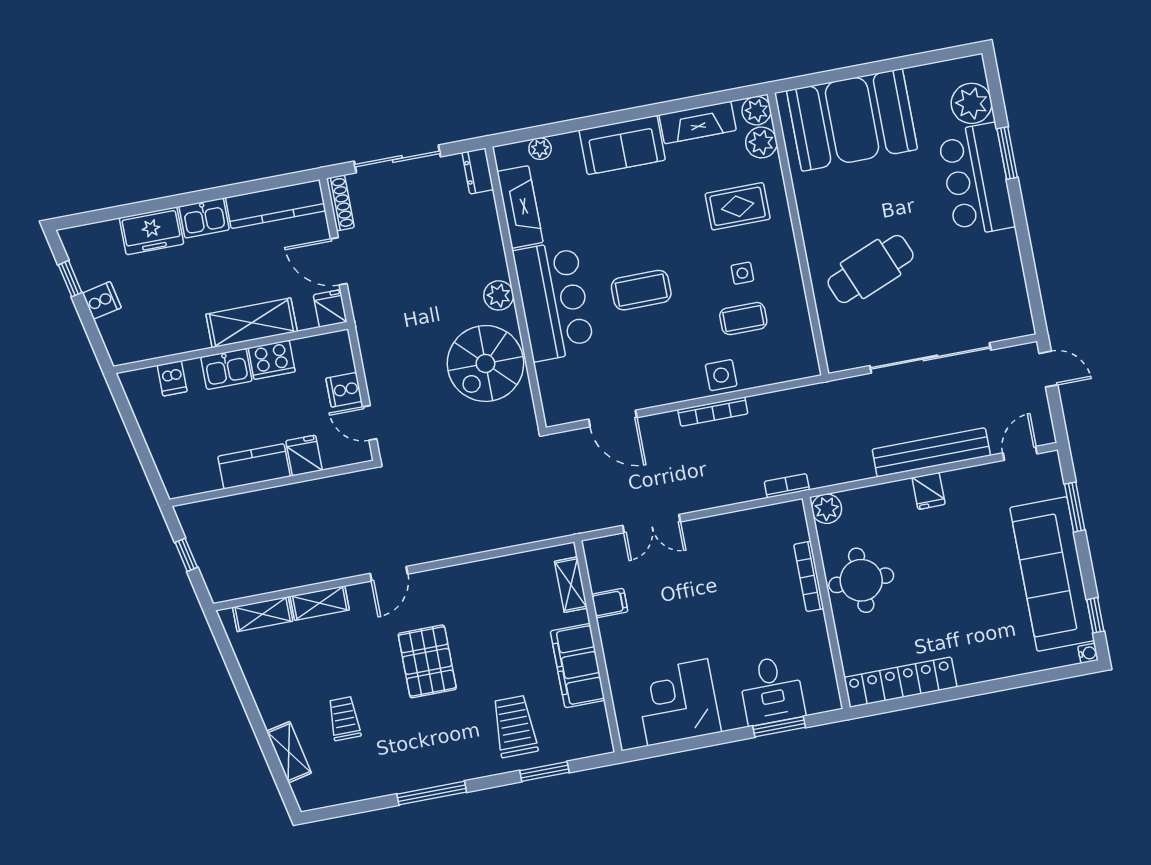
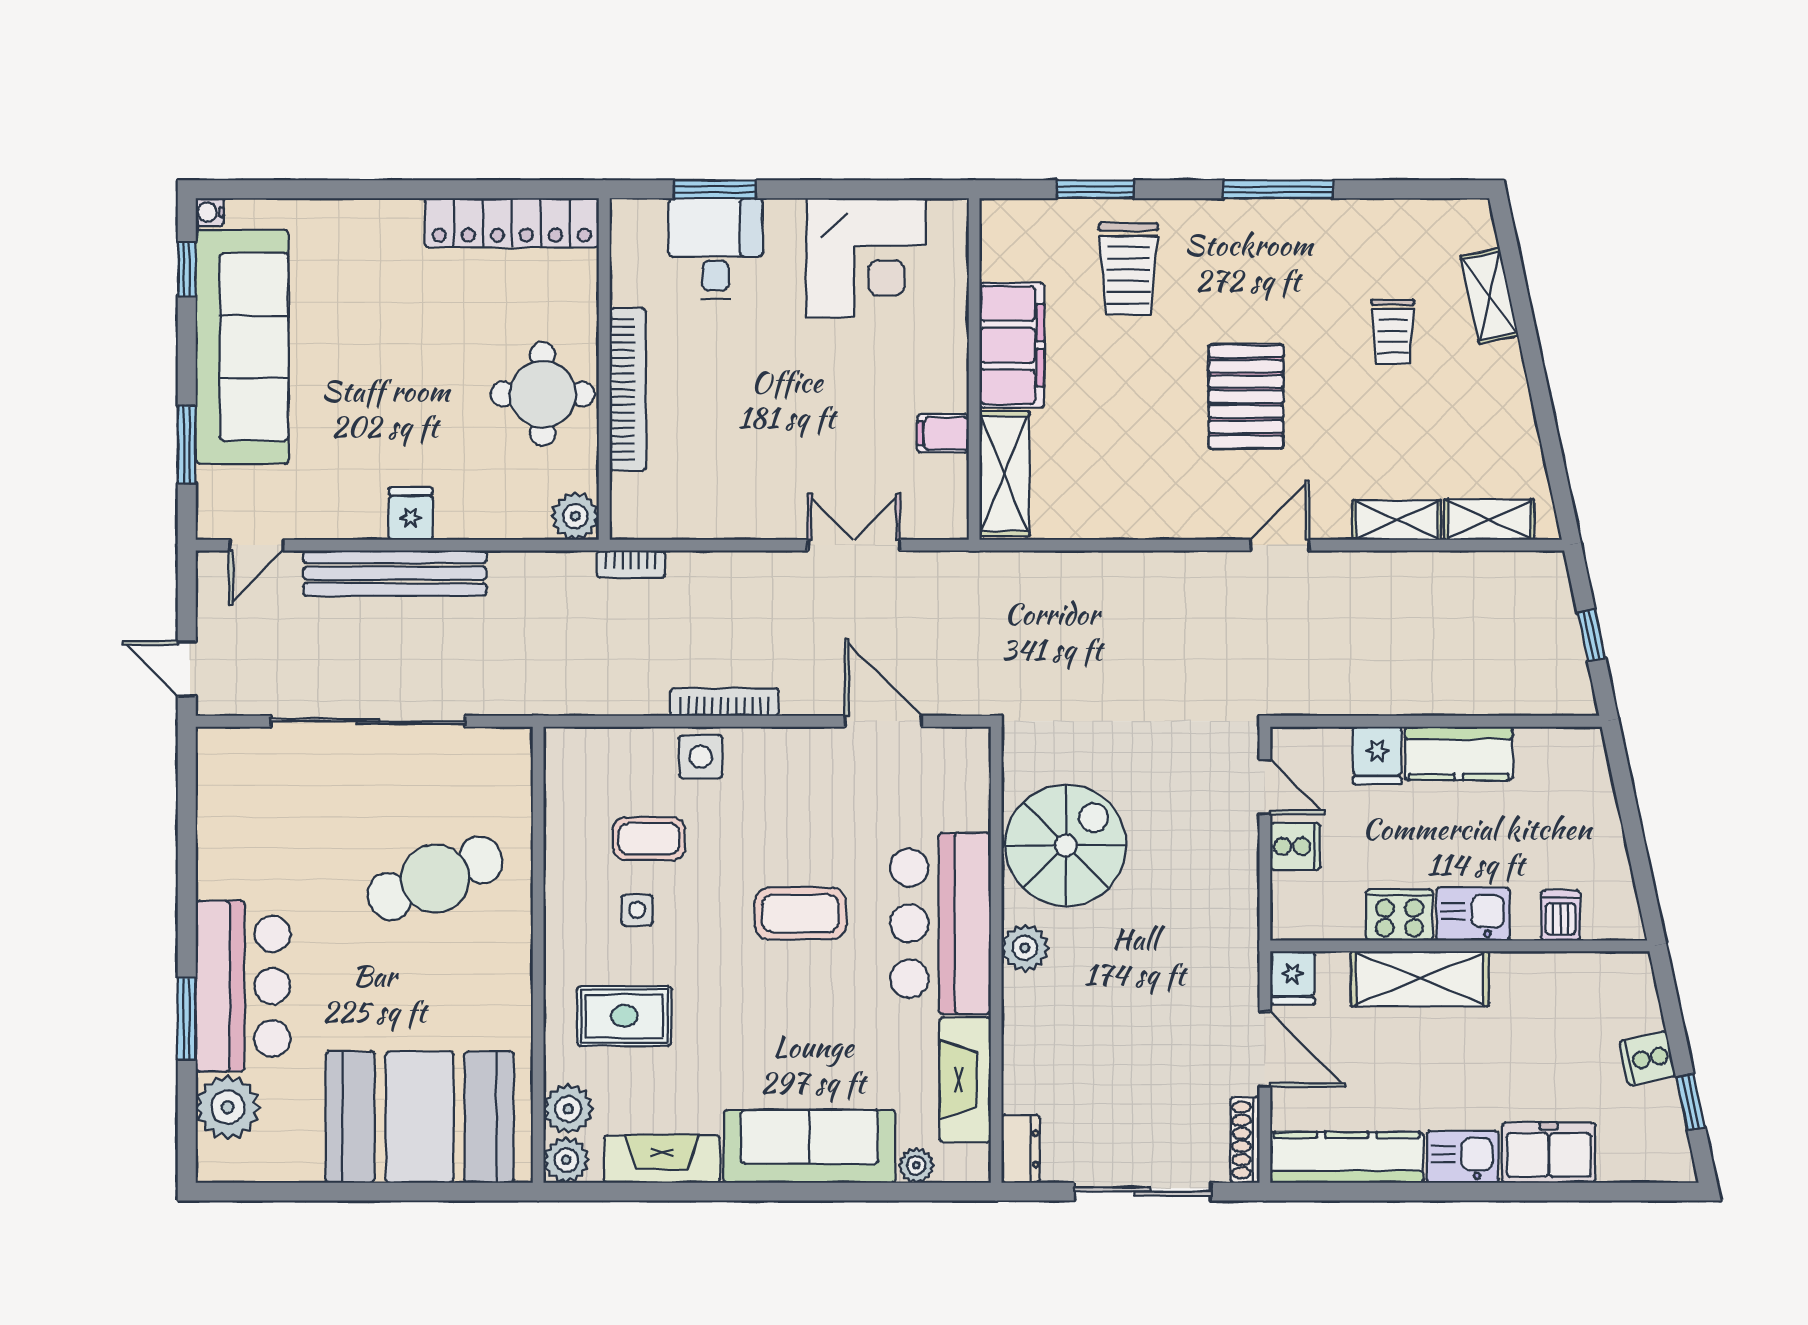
sofa: (622, 145) -> (809, 1146), width x1.36
bookcase: (809, 576) -> (628, 389), width x1.48, depth x1.31
shelving: (571, 585) -> (1004, 474), width x1.50, depth x1.33

